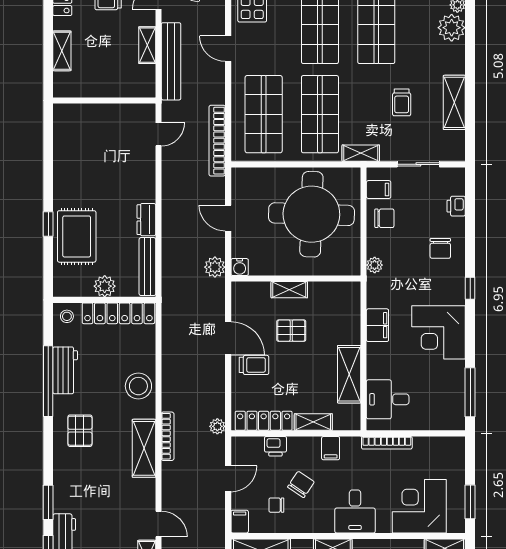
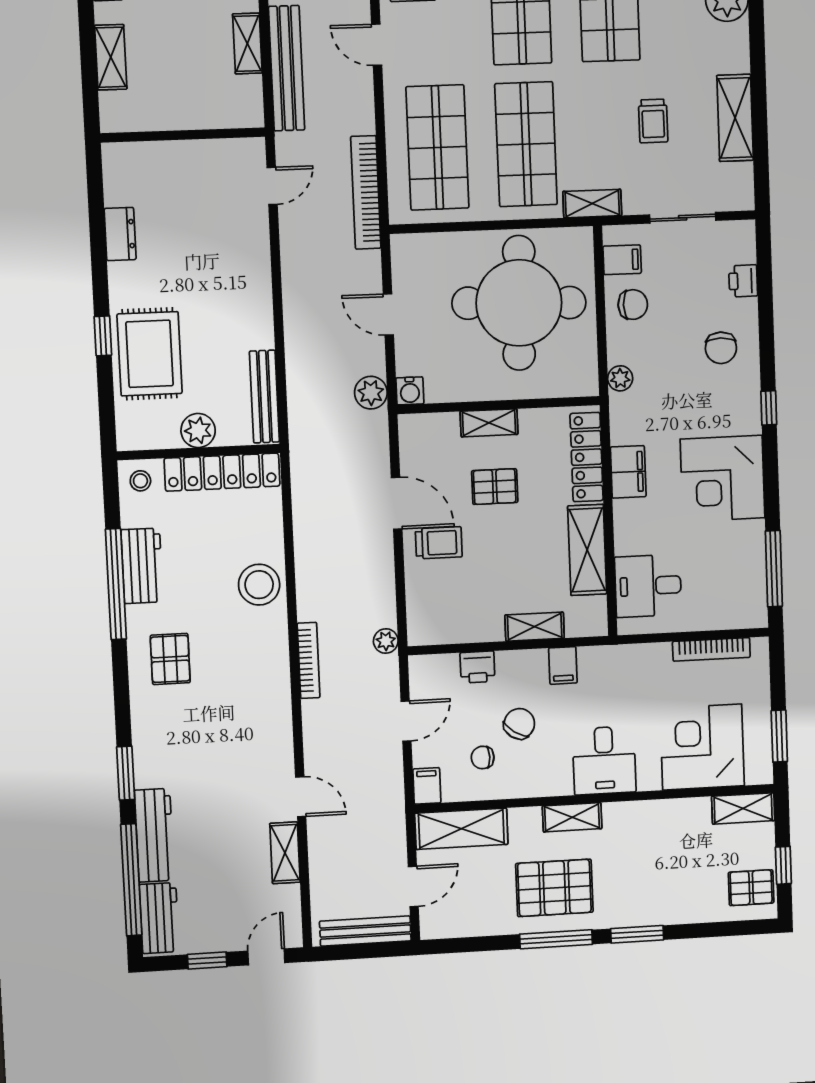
dresser: (146, 220) -> (120, 234), moved, turned 180
locker: (264, 421) -> (587, 457), moved, turned -90
bookcase: (387, 443) -> (711, 649), moved
shelving: (144, 448) -> (272, 681), removed

